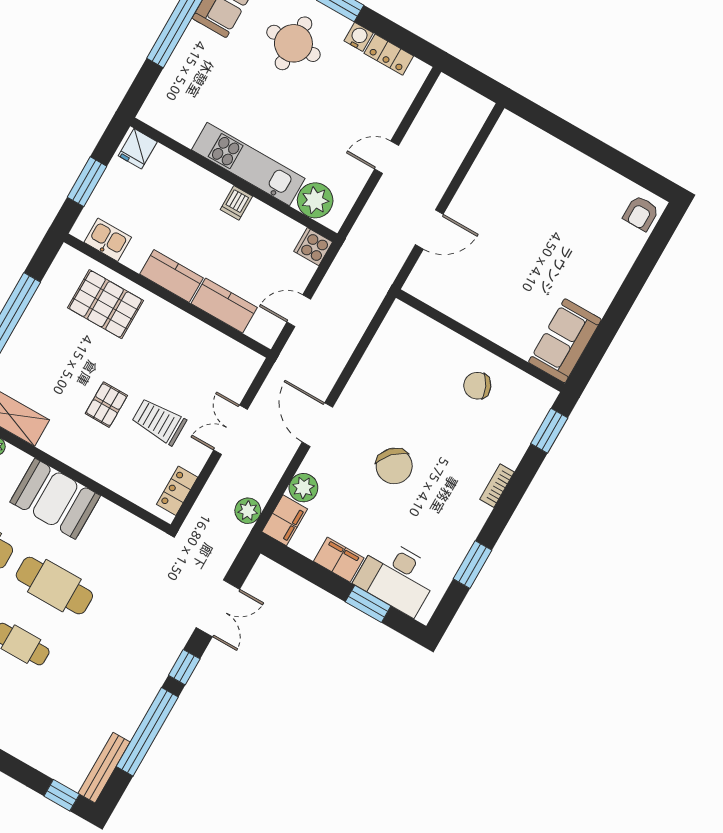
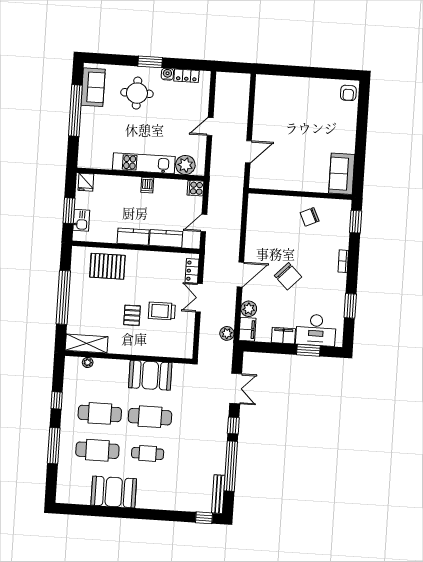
kitchen sink: (108, 240) -> (81, 220), moved, turned 90
door: (317, 425) -> (240, 274), swing flipped
locker: (177, 491) -> (192, 271), moved
booth: (55, 499) -> (150, 375), moved

